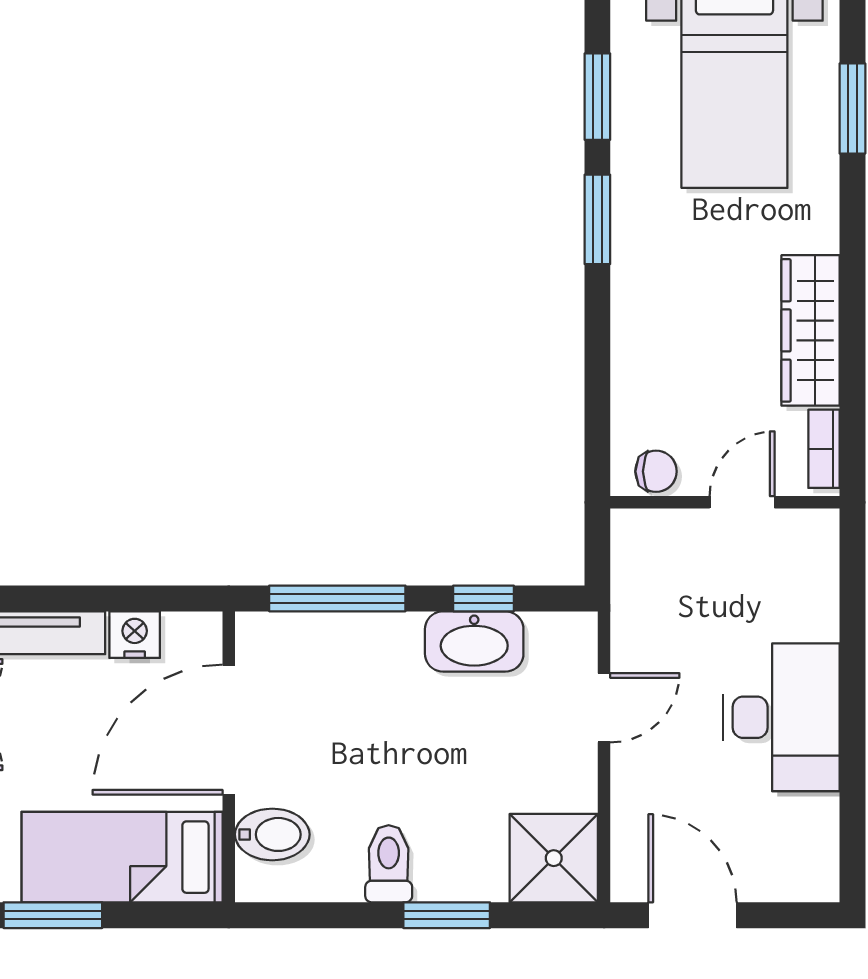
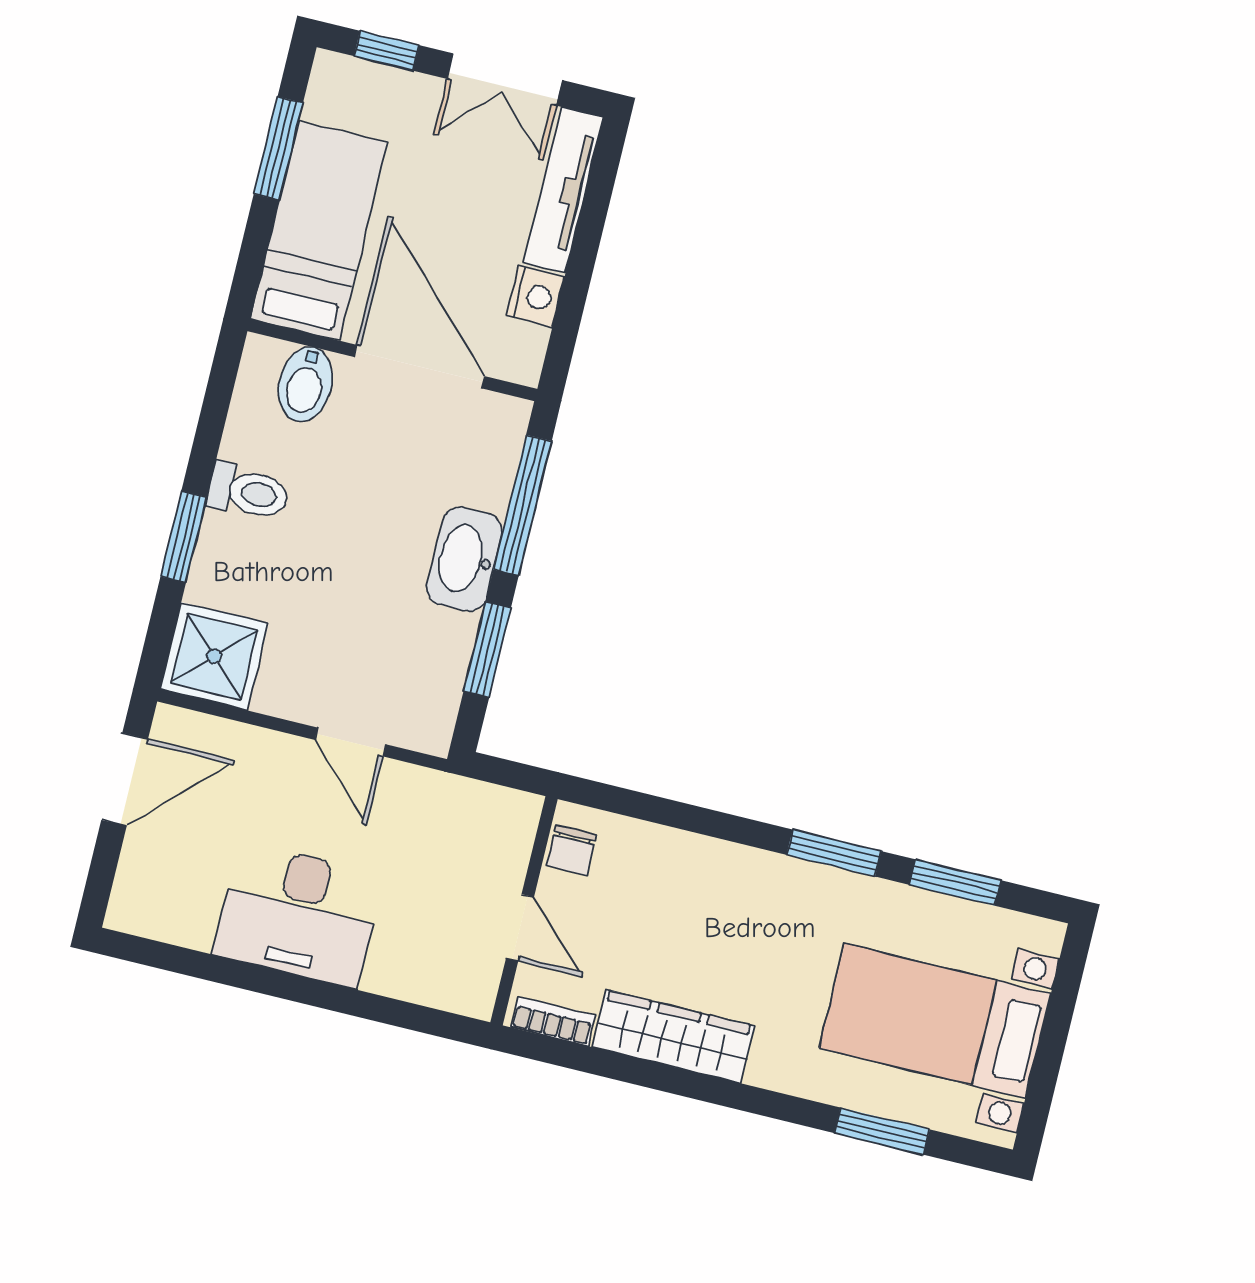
window: (484, 598) -> (487, 649), width x1.50
washbasin: (474, 641) -> (464, 559), moved

